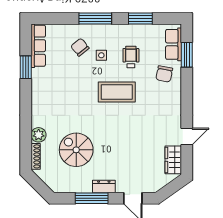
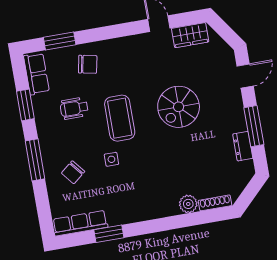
row of seats: (174, 44) -> (37, 74), moved, turned -90
side table: (101, 55) -> (111, 159), moved
spiral stairs: (76, 150) -> (179, 107), moved
dresser: (104, 187) -> (243, 146), moved

